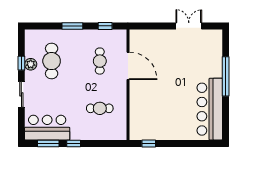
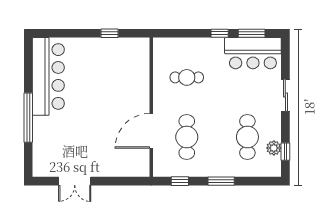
cafe table: (100, 61) -> (187, 137), width x1.37, depth x1.35
window: (21, 63) -> (285, 152), moved
plant: (31, 64) -> (274, 148), moved
door: (128, 66) -> (151, 131), hinge flipped
window: (149, 143) -> (110, 33), moved

